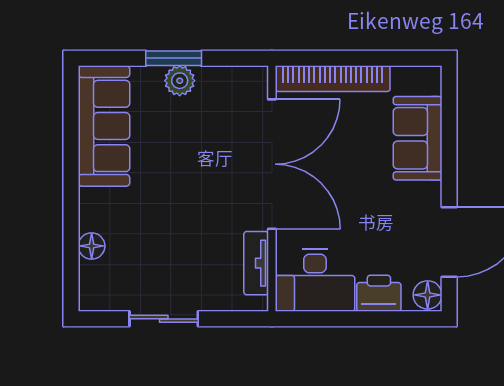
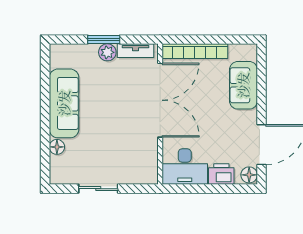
sofa: (104, 126) -> (64, 103), moved
tv unit: (256, 263) -> (136, 51), moved, turned -90

